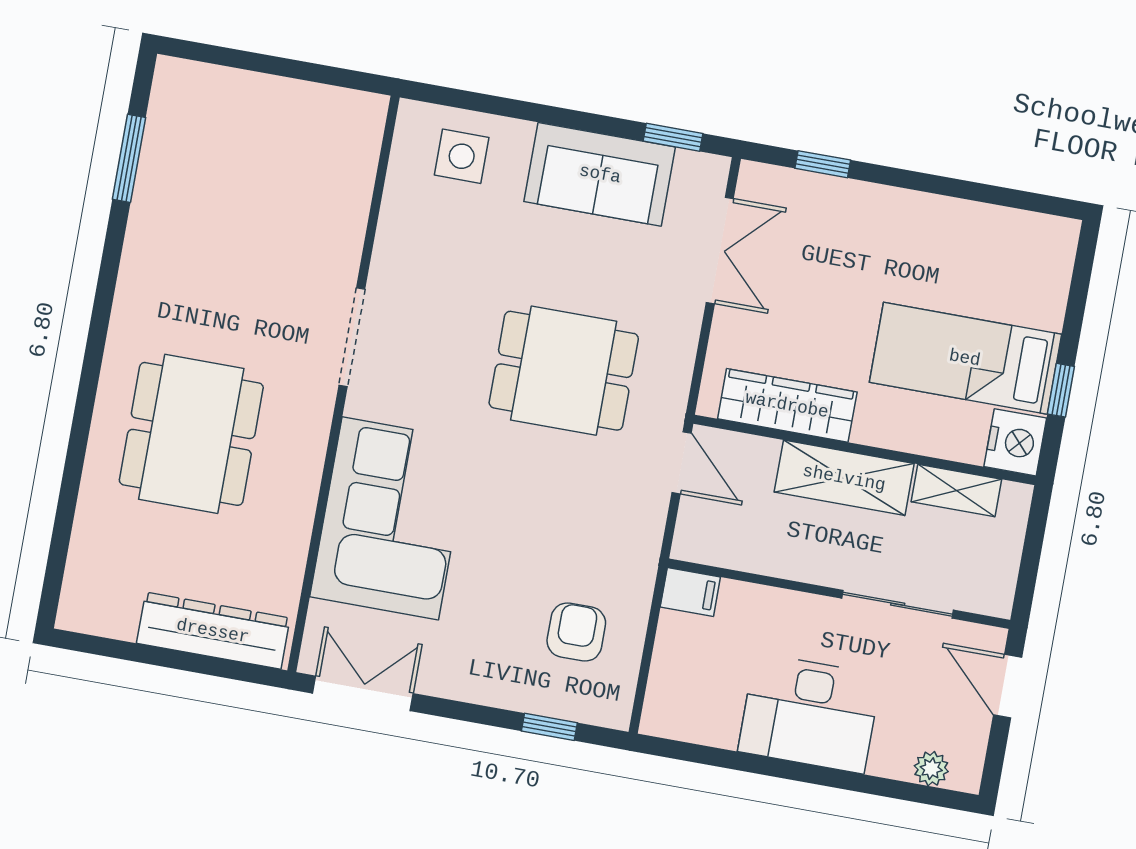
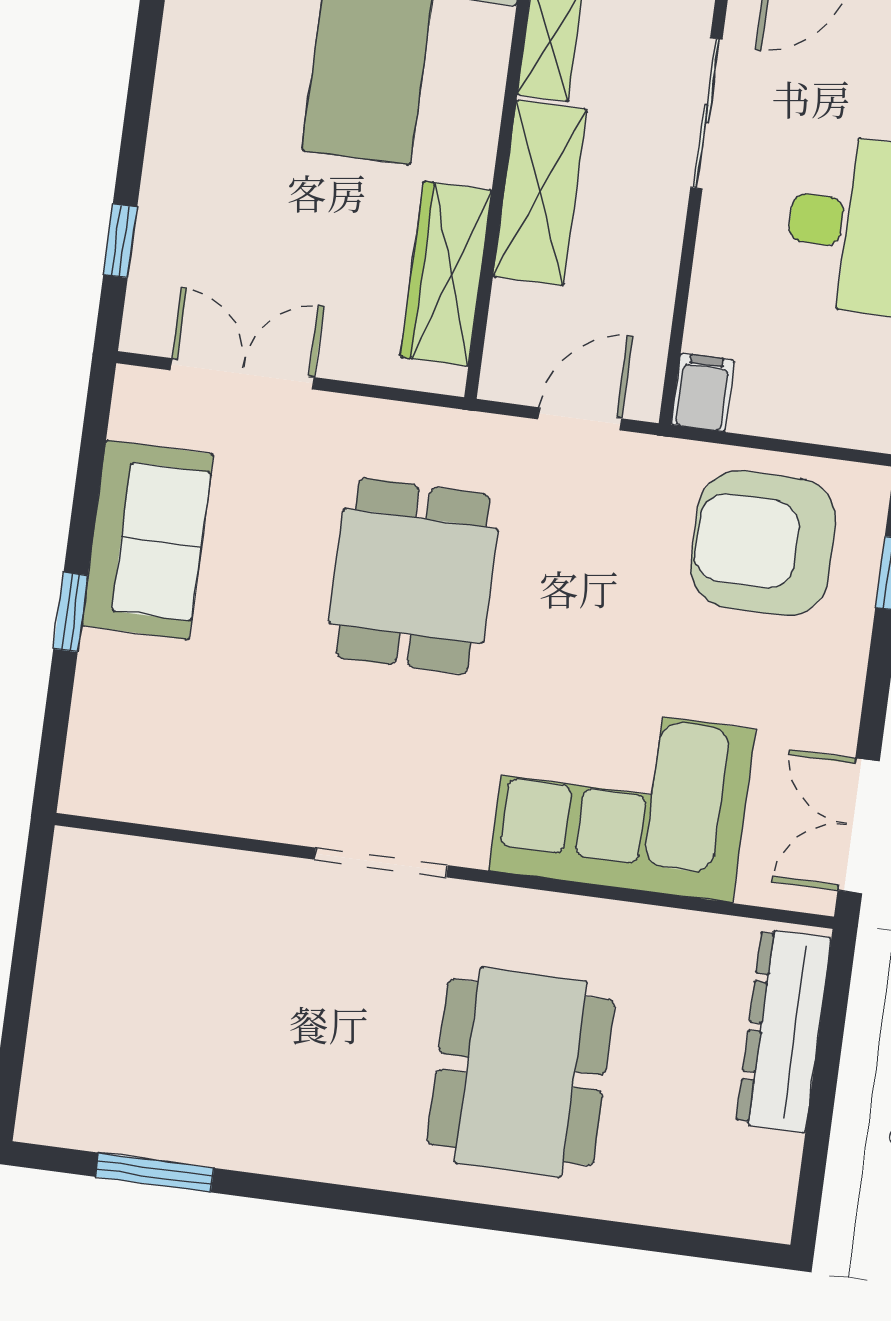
window: (673, 137) -> (71, 612), moved
side table: (462, 156) -> (132, 726), removed
dining table: (191, 434) -> (521, 1072), turned 90
door: (682, 463) -> (580, 419), moved
armchair: (576, 632) -> (763, 543), width x1.88, depth x1.88

